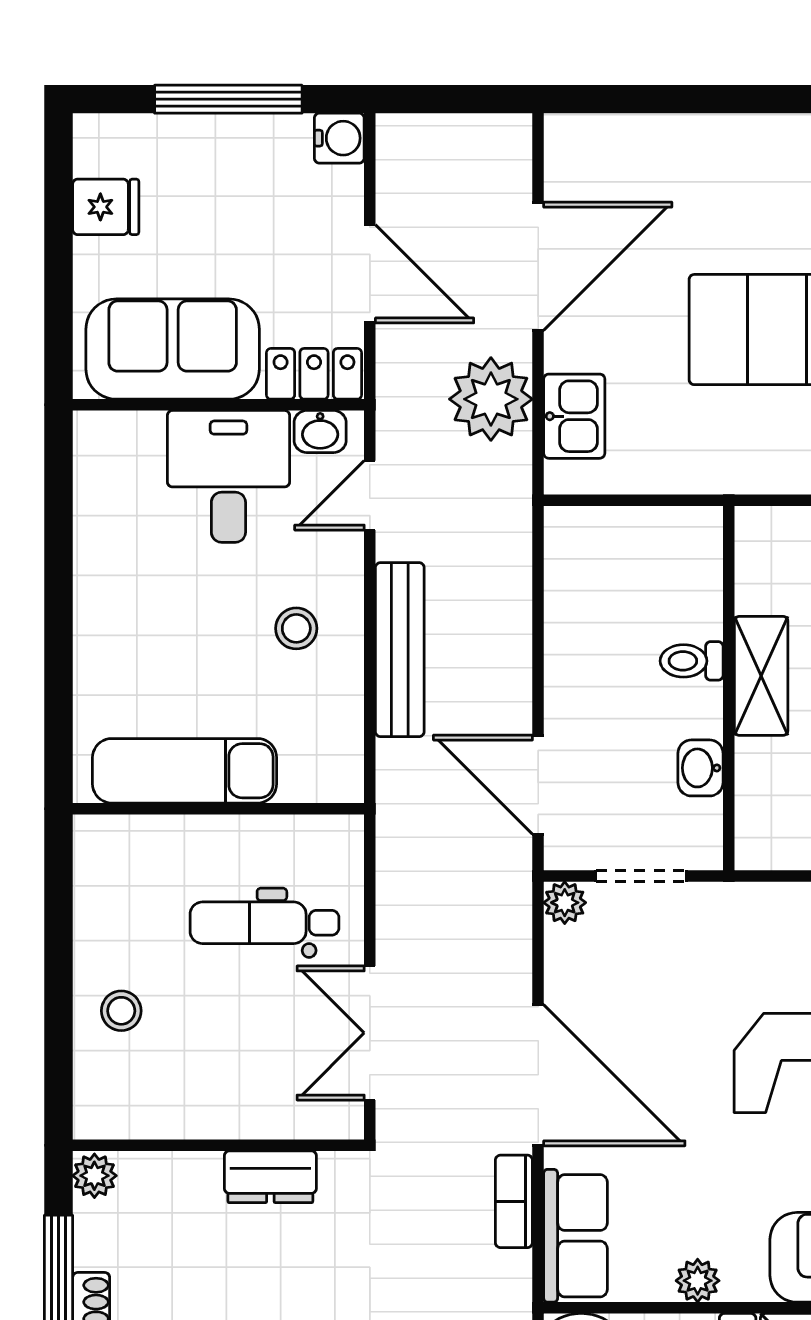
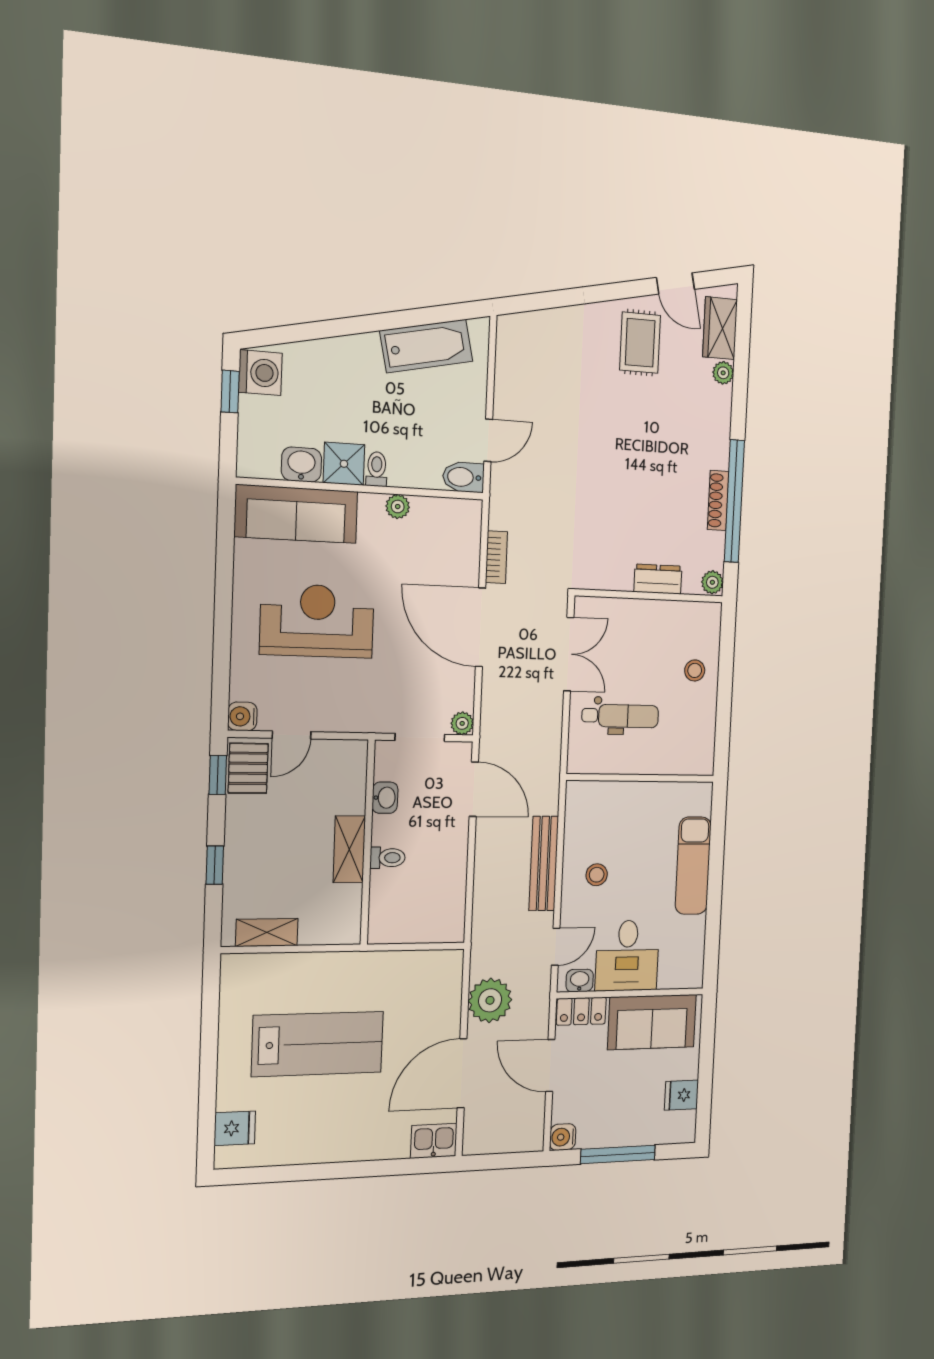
kitchen sink: (574, 416) -> (434, 1141), moved, turned 90
exam couch: (185, 771) -> (693, 866), moved, turned 90
dresser: (270, 1177) -> (658, 579), moved
row of seats: (575, 1236) -> (464, 536), removed

